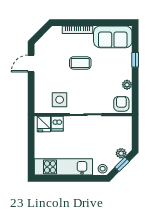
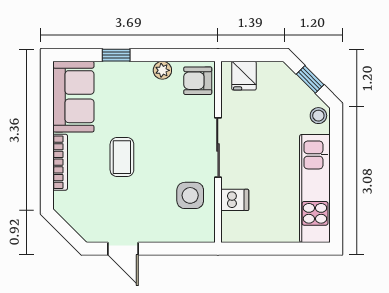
fridge: (44, 124) -> (244, 76), moved, turned 90
plant: (121, 153) -> (290, 81), removed

